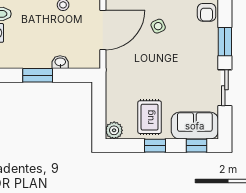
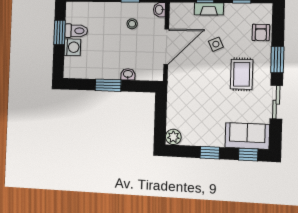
rug: (150, 117) -> (242, 74), moved

